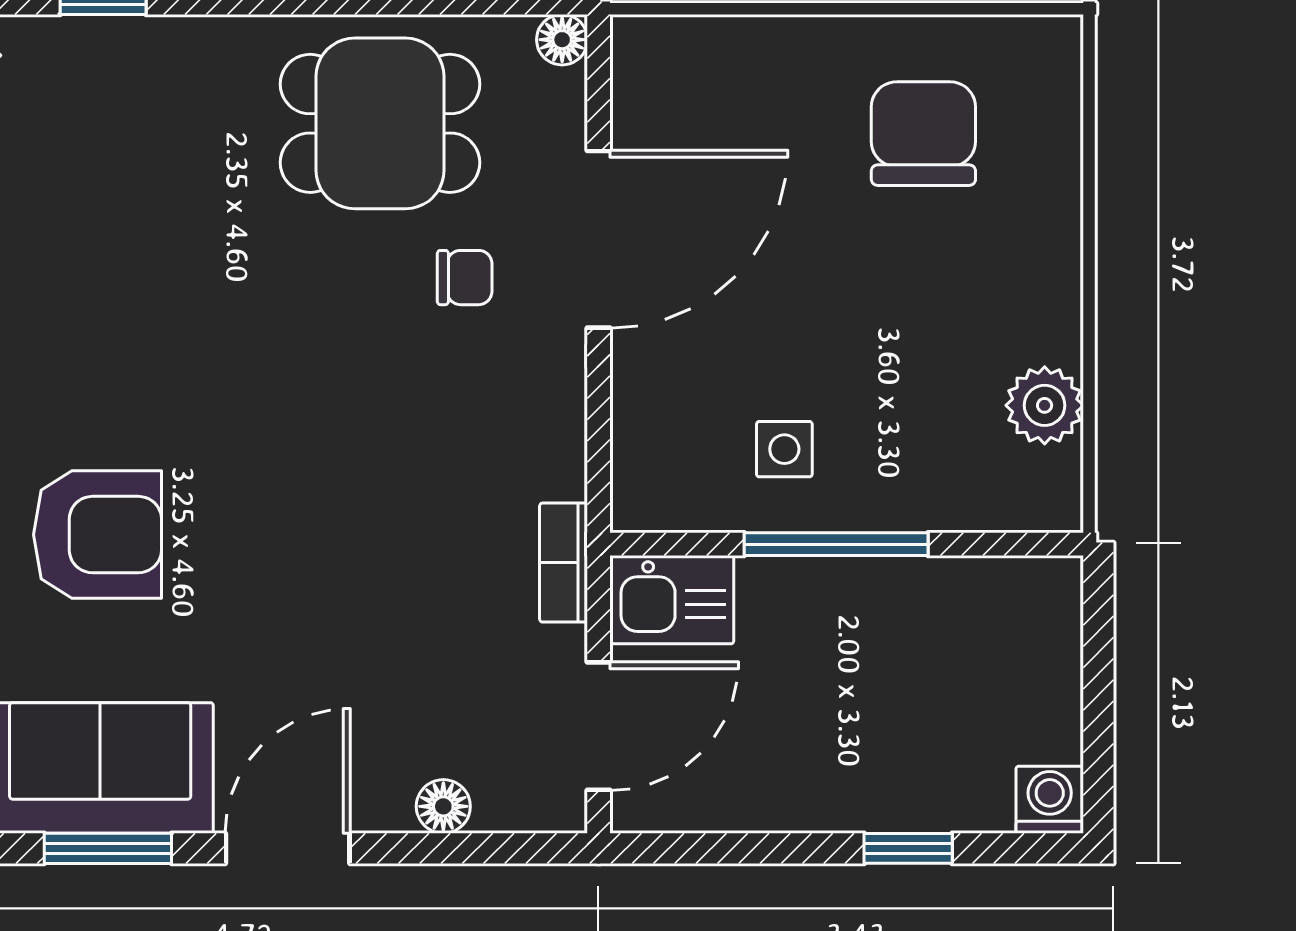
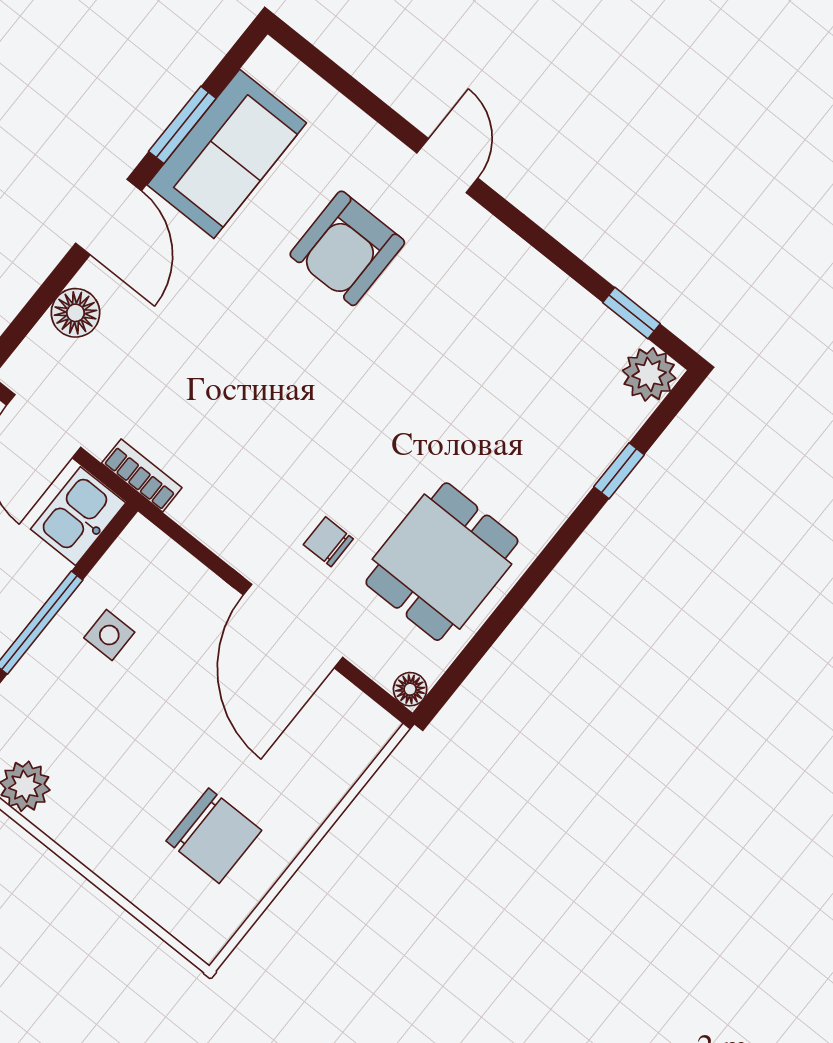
chair: (465, 278) -> (328, 542), turned 90
floor lamp: (443, 806) -> (75, 313), width x1.37, depth x1.37

